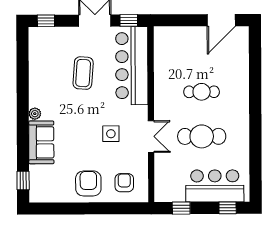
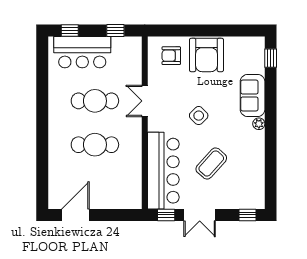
coffee table: (83, 73) -> (211, 163), turned 38
cafe table: (202, 92) -> (95, 145), width x1.37, depth x1.35
side table: (111, 134) -> (199, 116), moved, turned 45
armchair: (88, 183) -> (206, 55), width x1.36, depth x1.36
armchair: (124, 183) -> (171, 56), turned 90

